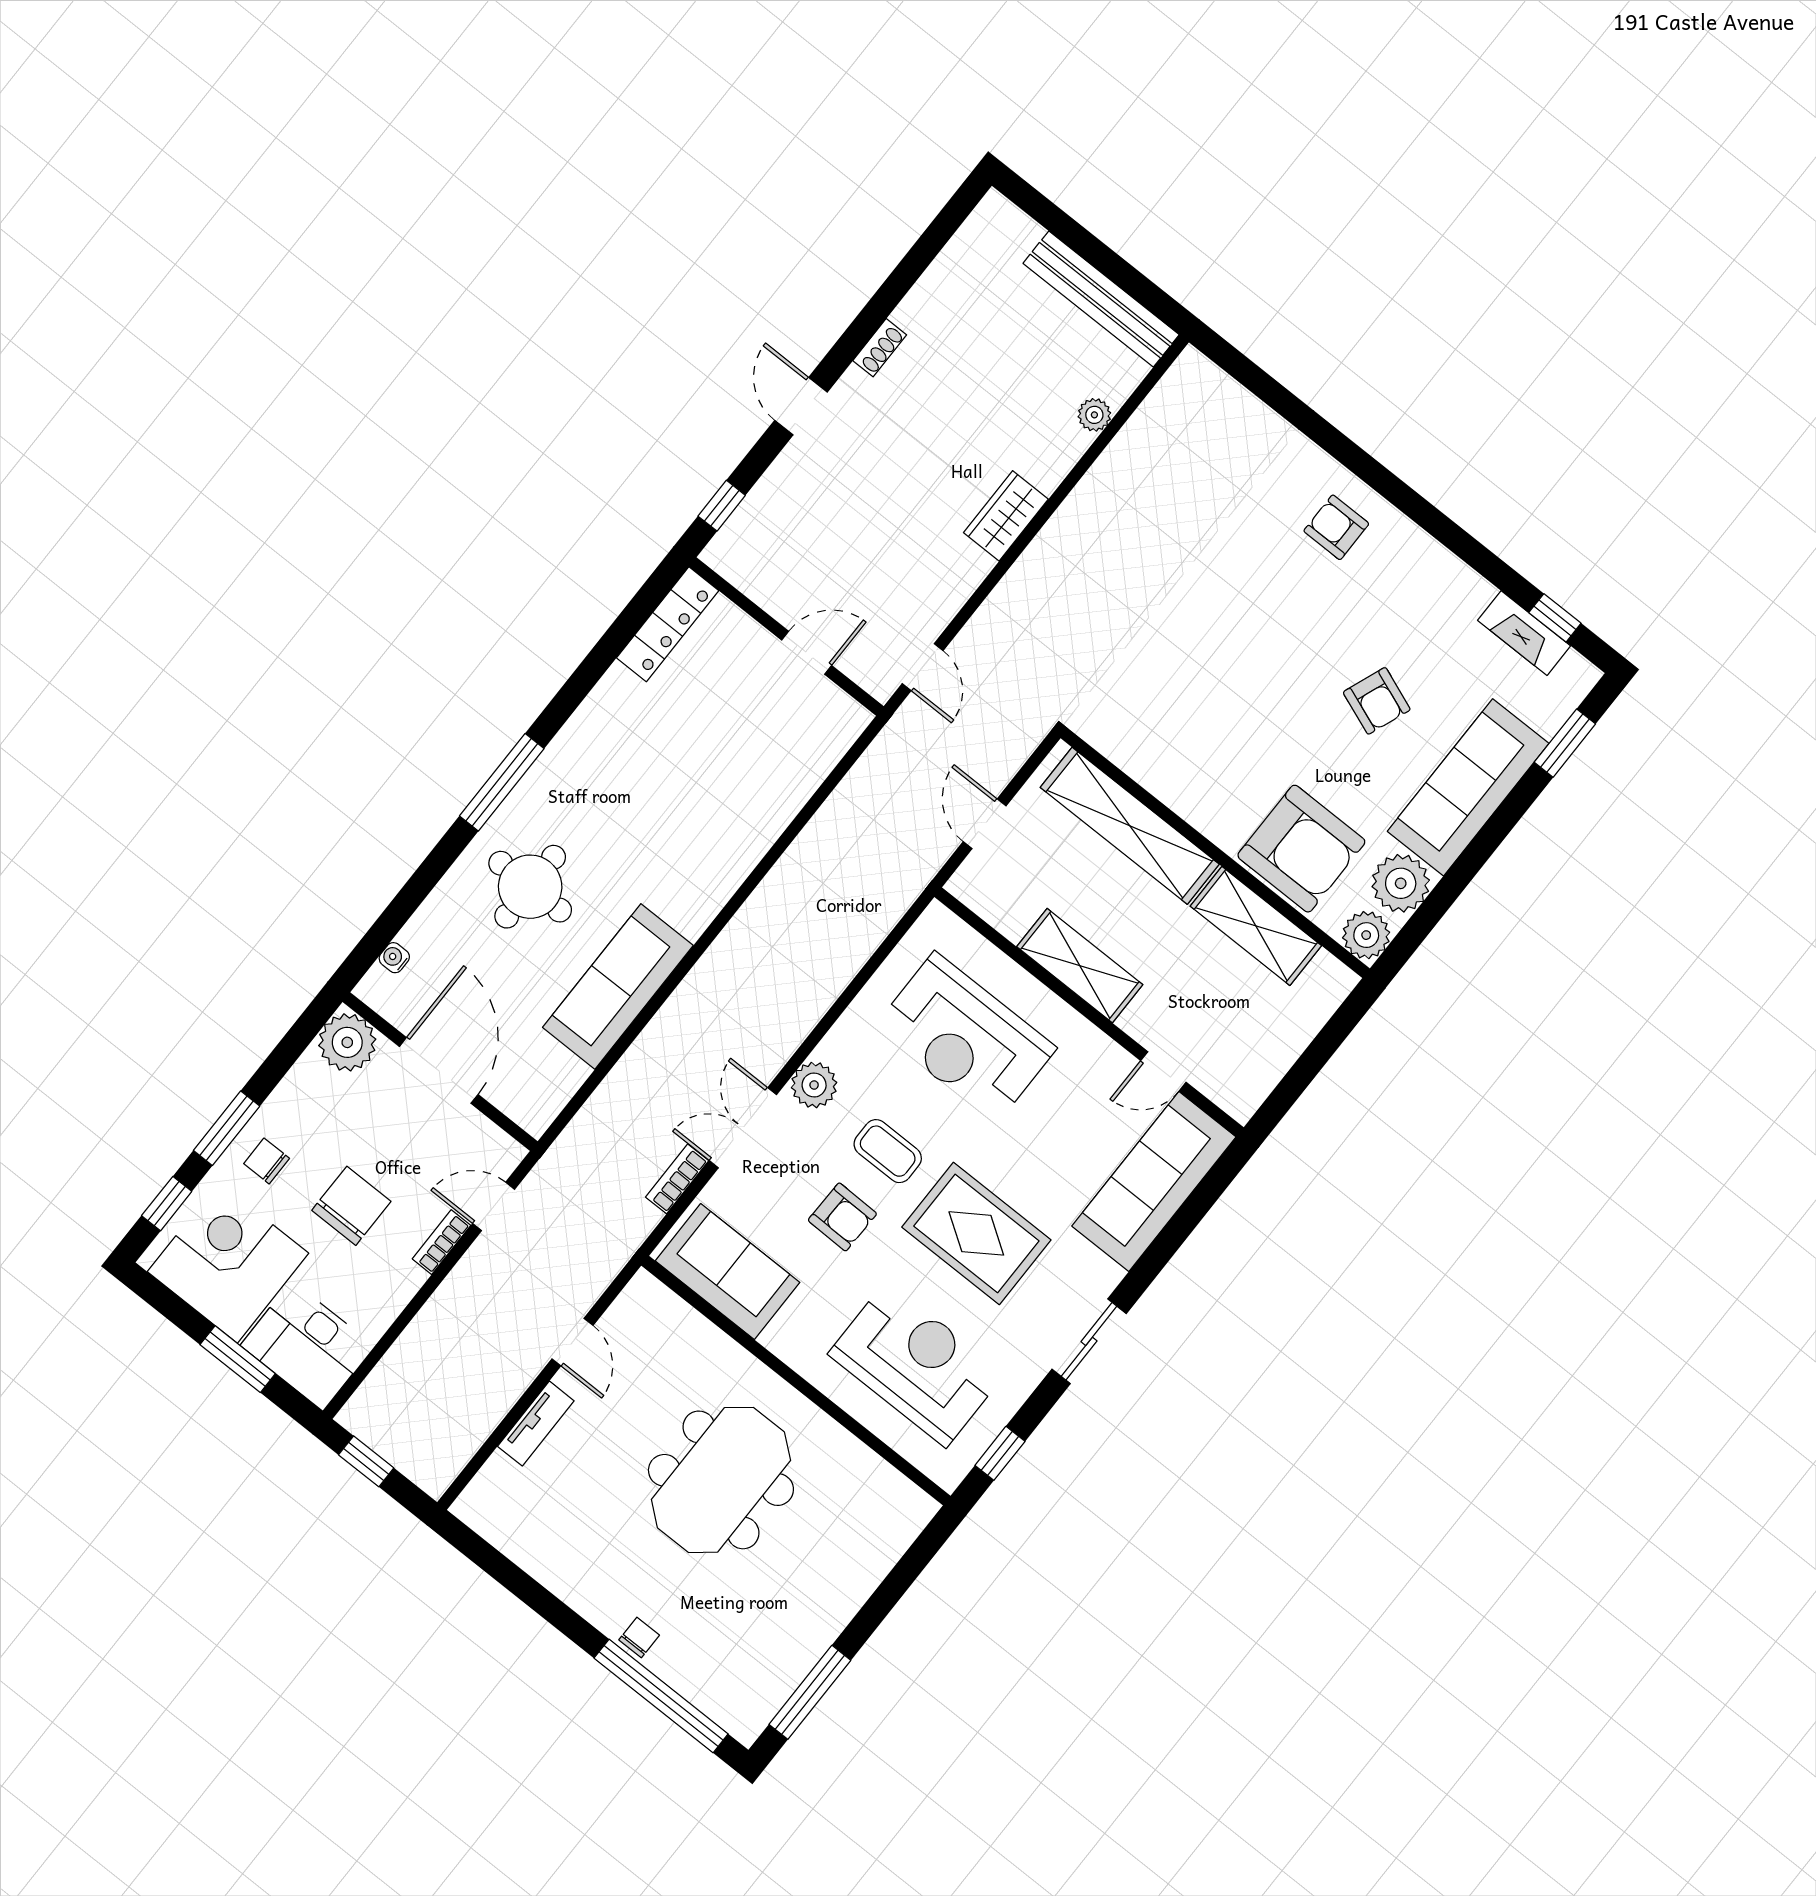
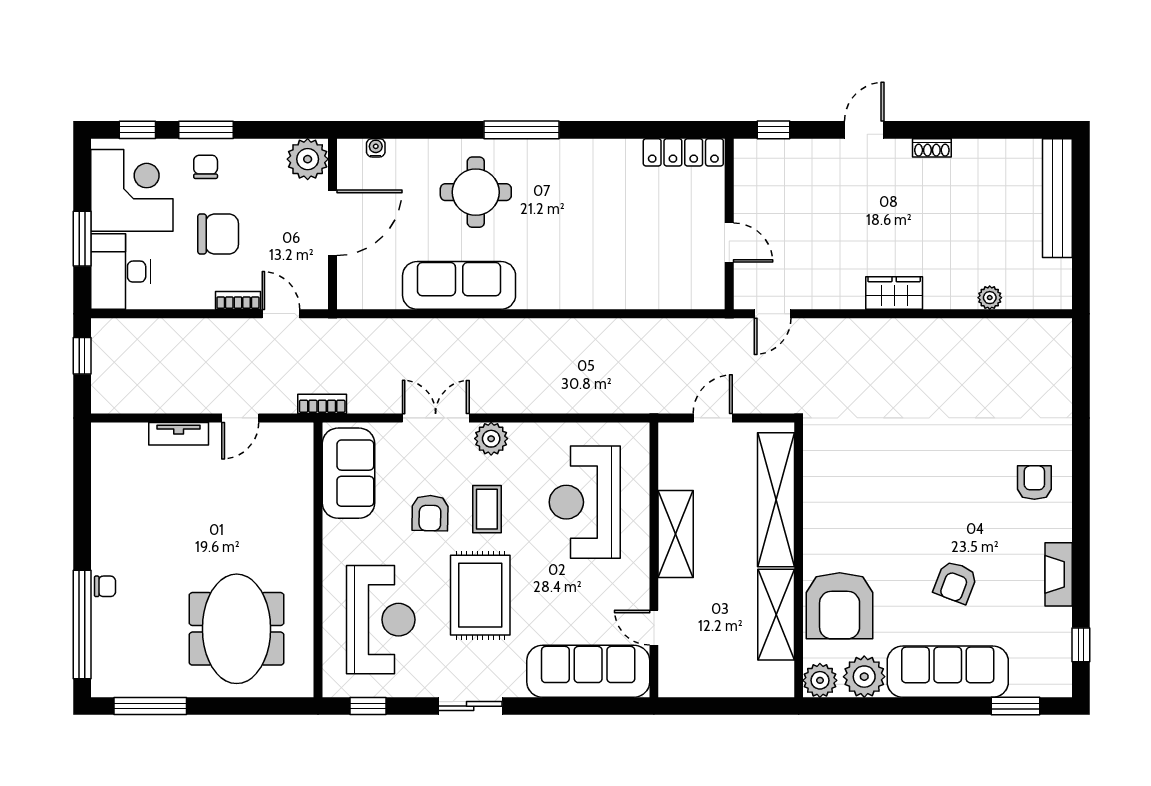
bench: (1101, 299) -> (1057, 198), moved
fireplace: (1524, 633) -> (1059, 574), moved
bookcase: (677, 1179) -> (322, 404), moved
meeting table: (721, 1480) -> (237, 629), moved, turned 90

